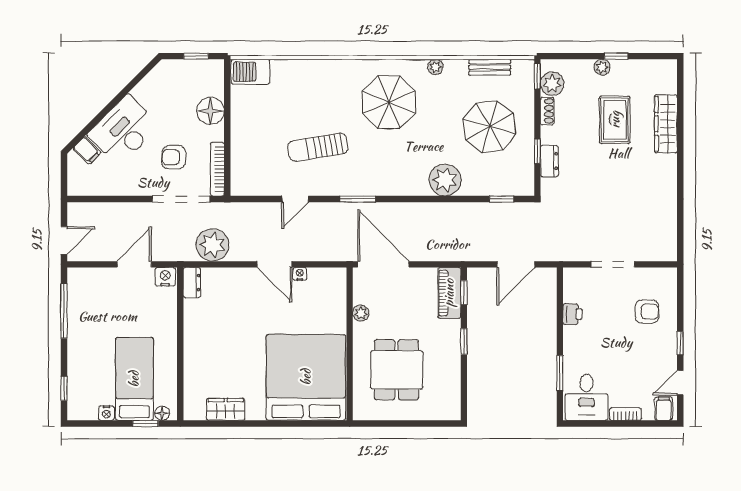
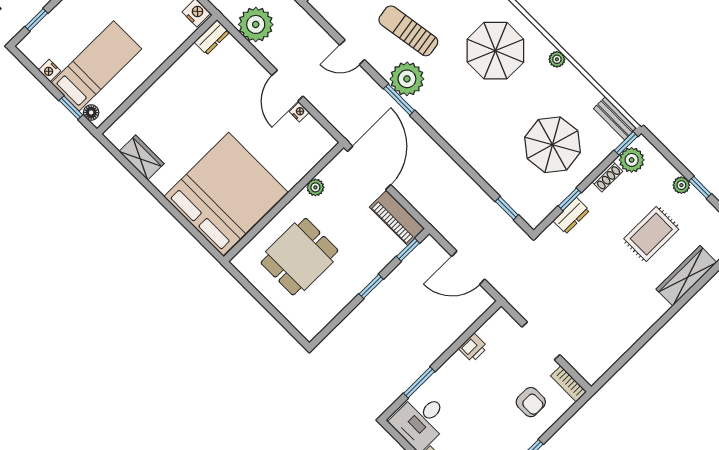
bench: (490, 67) -> (615, 118), moved
plant: (445, 180) -> (407, 79), moved
bookcase: (660, 274) -> (569, 384), added
piano: (449, 293) -> (397, 218), moved, turned -90

